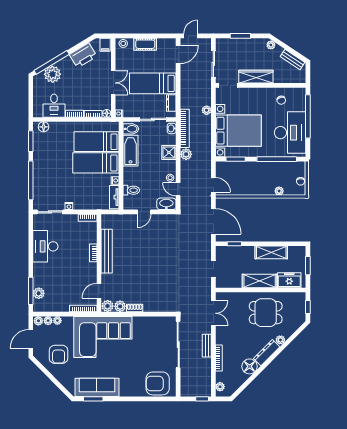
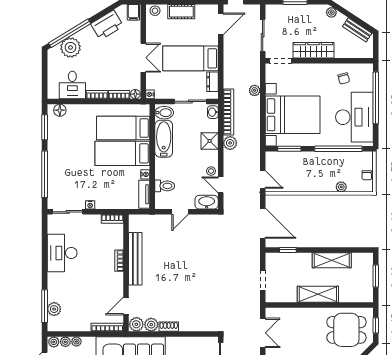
freezer: (289, 280) -> (353, 293), removed
dining table: (266, 313) -> (346, 330), moved

